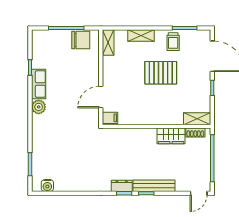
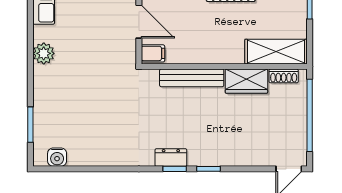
door: (101, 97) -> (139, 22), swing flipped
plant: (39, 107) -> (44, 53), moved
shelving: (197, 119) -> (276, 52), width x1.50, depth x1.33
bench: (154, 186) -> (192, 78), moved

